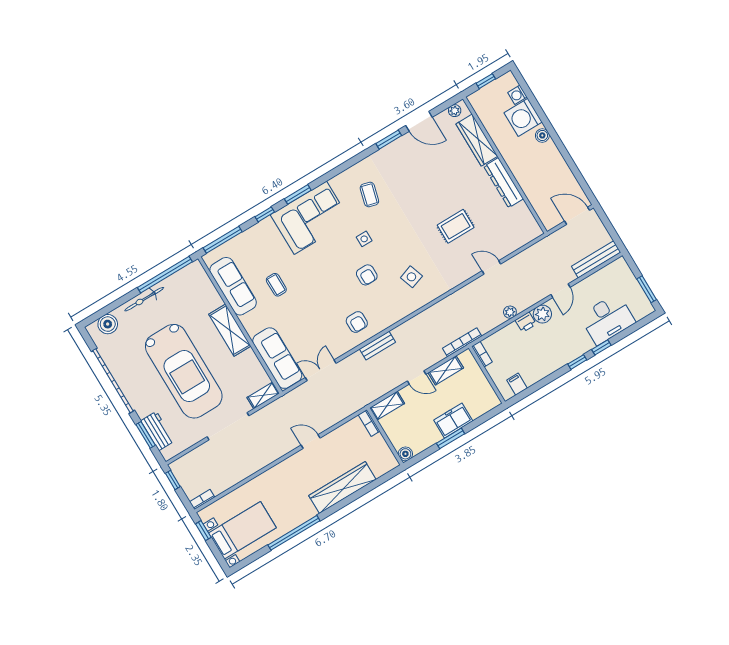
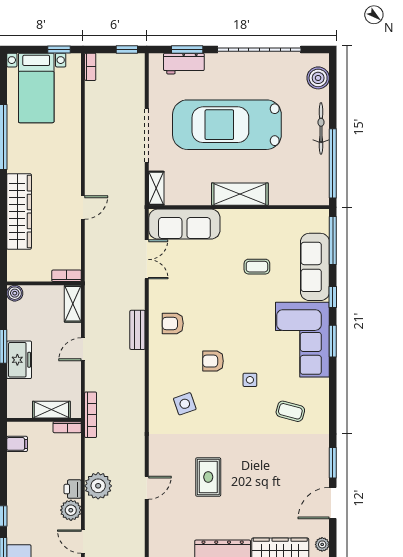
sofa: (233, 286) -> (315, 267), moved, turned 90
plant: (510, 312) -> (98, 486), width x1.87, depth x1.87
shelving: (446, 370) -> (51, 410), moved, turned 90

